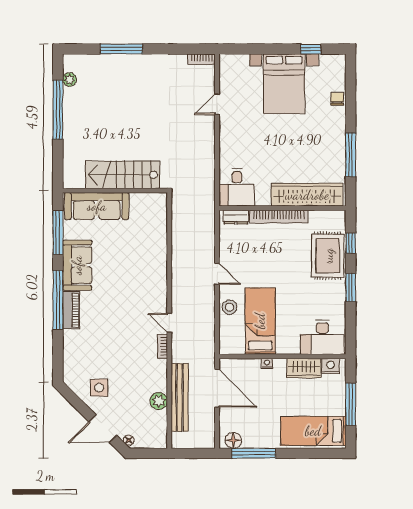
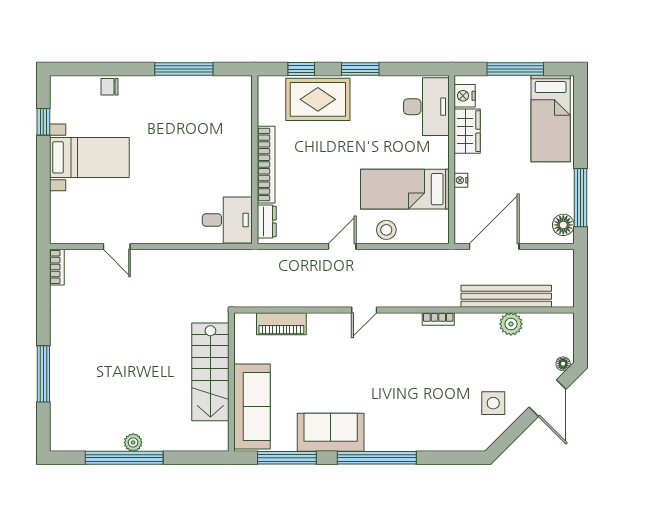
plant: (70, 79) -> (133, 442), moved
bed with nightstands: (284, 84) -> (89, 157), width x0.73
wardrobe: (307, 195) -> (237, 127), removed
piano: (71, 310) -> (281, 324), moved, turned 180
door: (169, 323) -> (364, 310), moved

